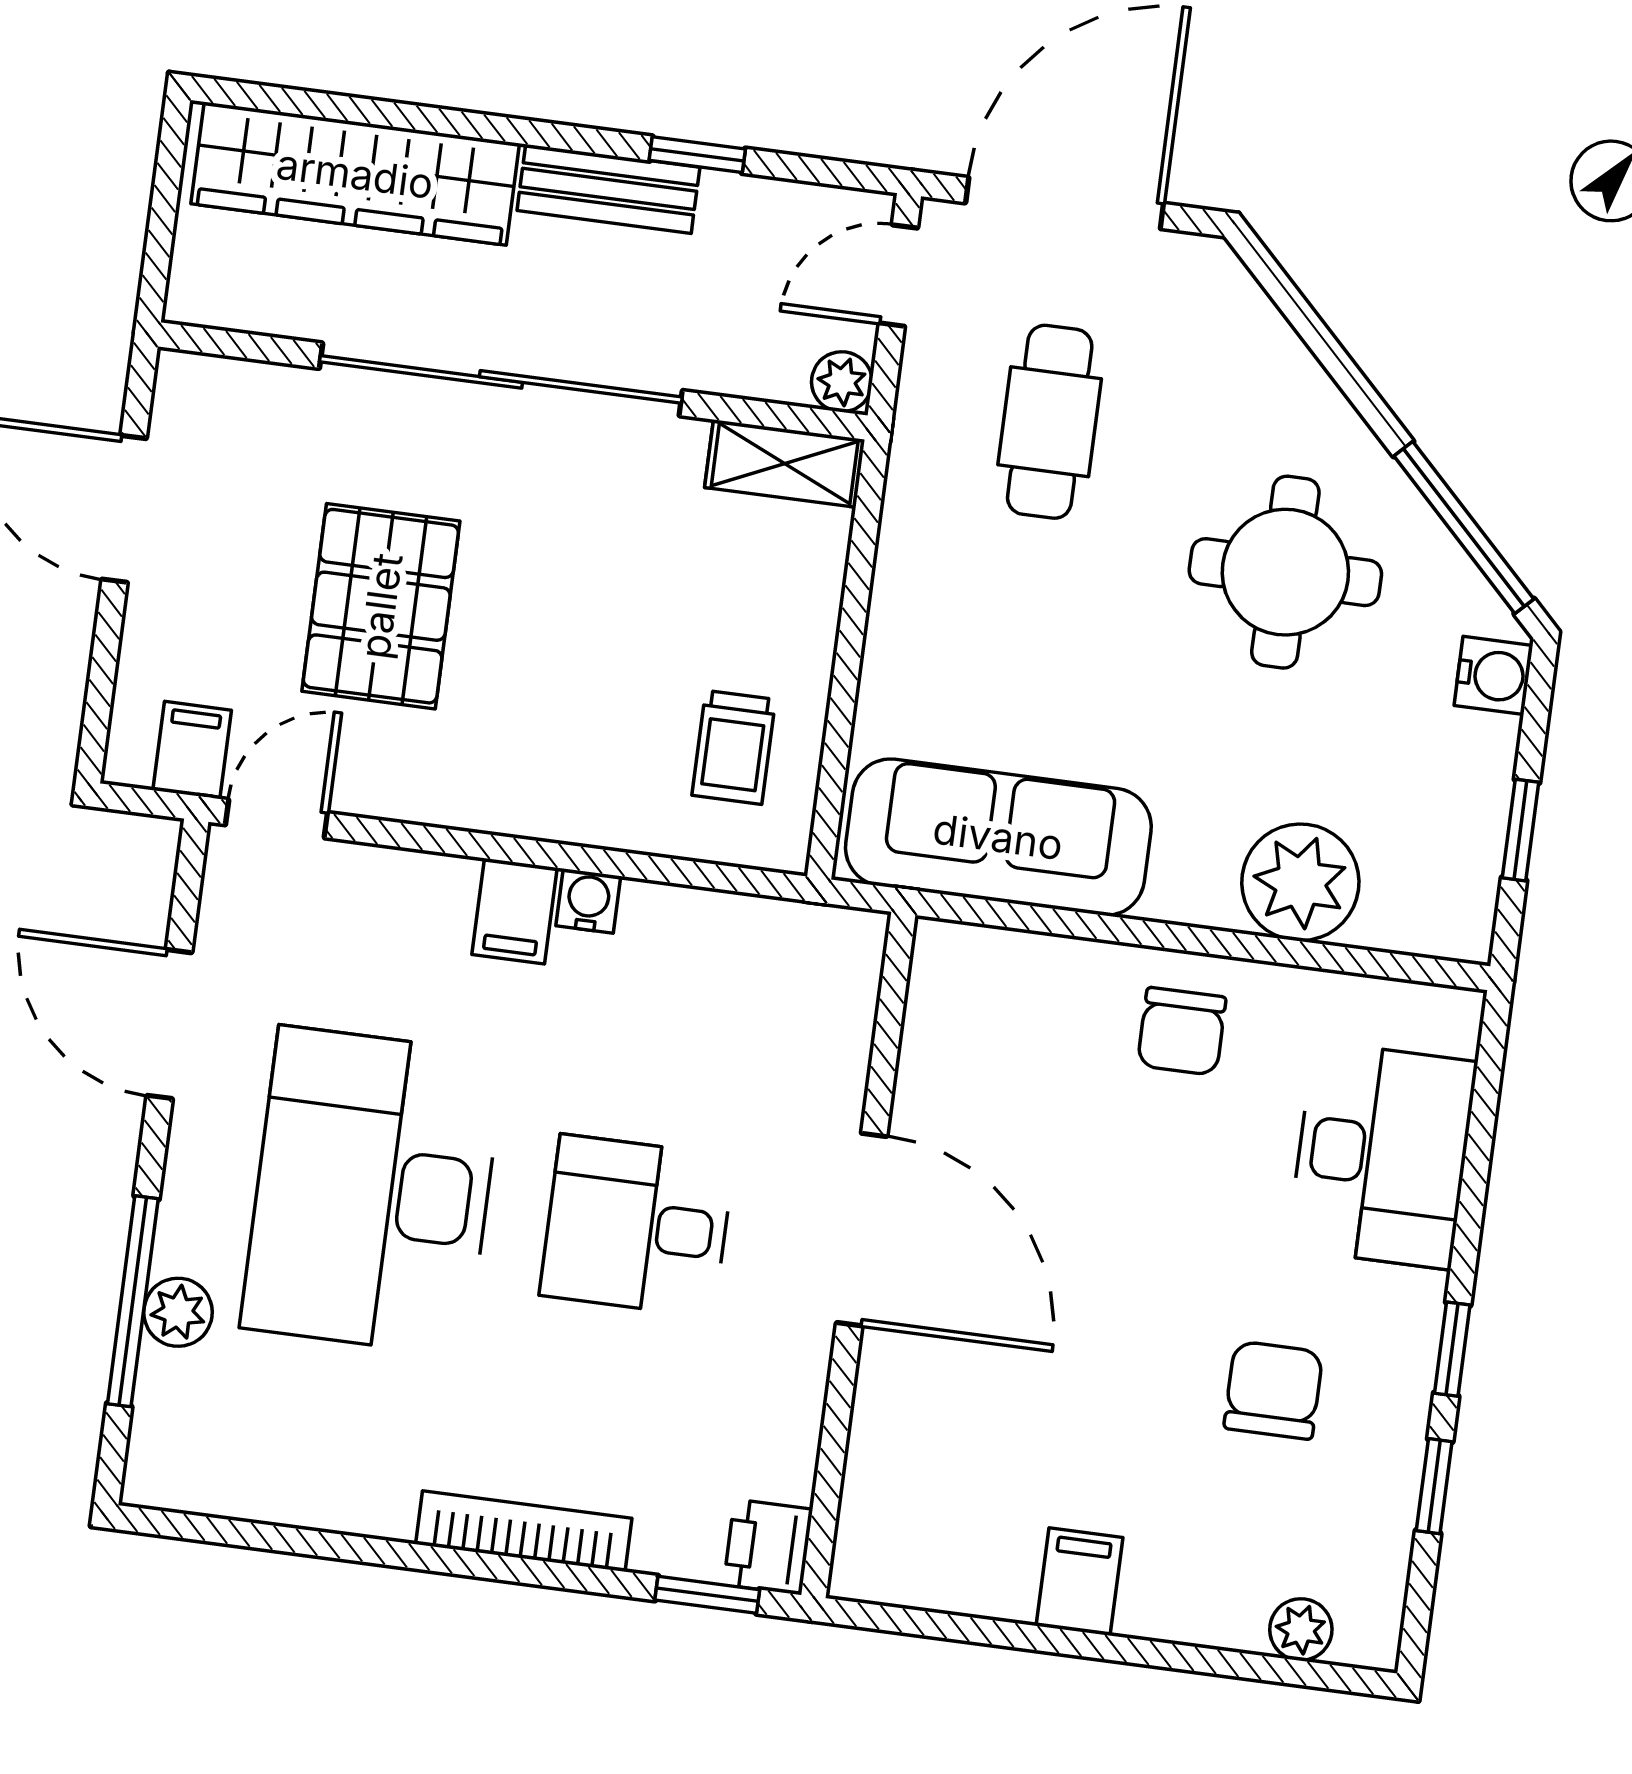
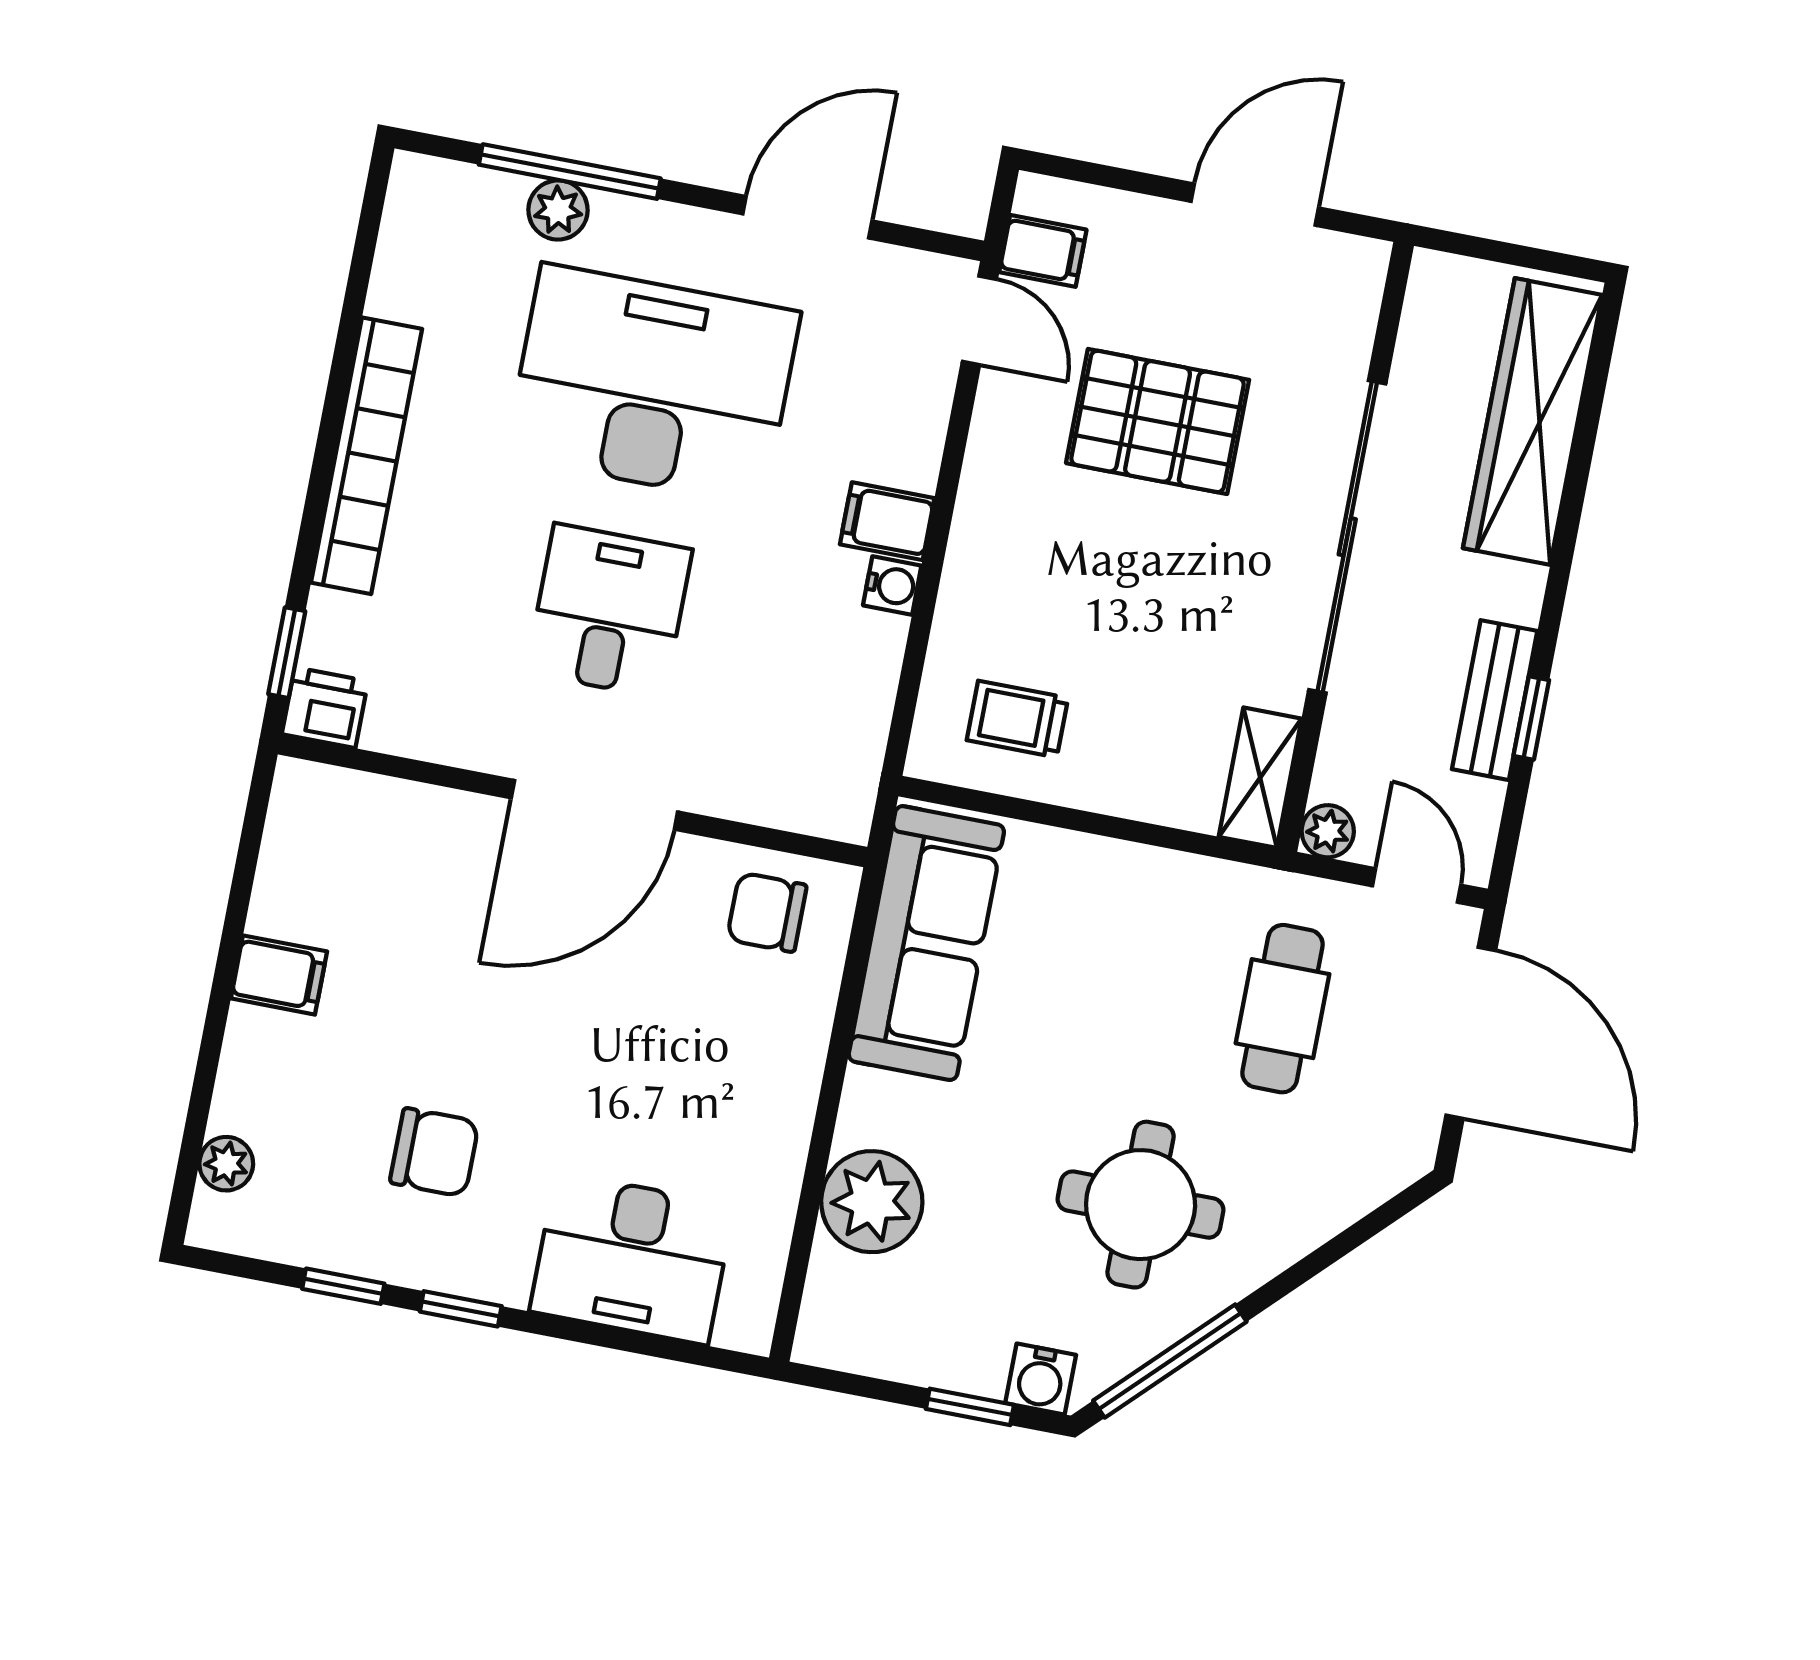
bench: (608, 189) -> (1495, 700), moved
cafe table: (1050, 422) -> (1283, 1009), turned 90
window: (1521, 830) -> (970, 1407), moved
chair: (1182, 1031) -> (767, 912), moved
bookcase: (524, 1531) -> (367, 456), width x1.48, depth x1.31

